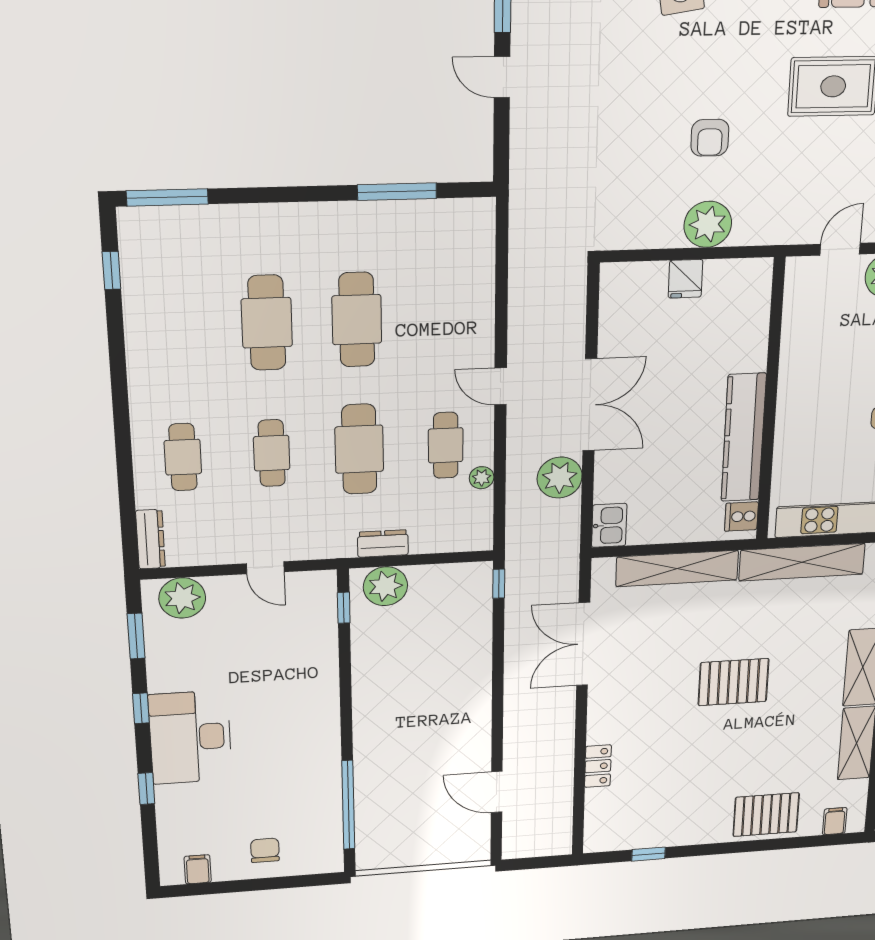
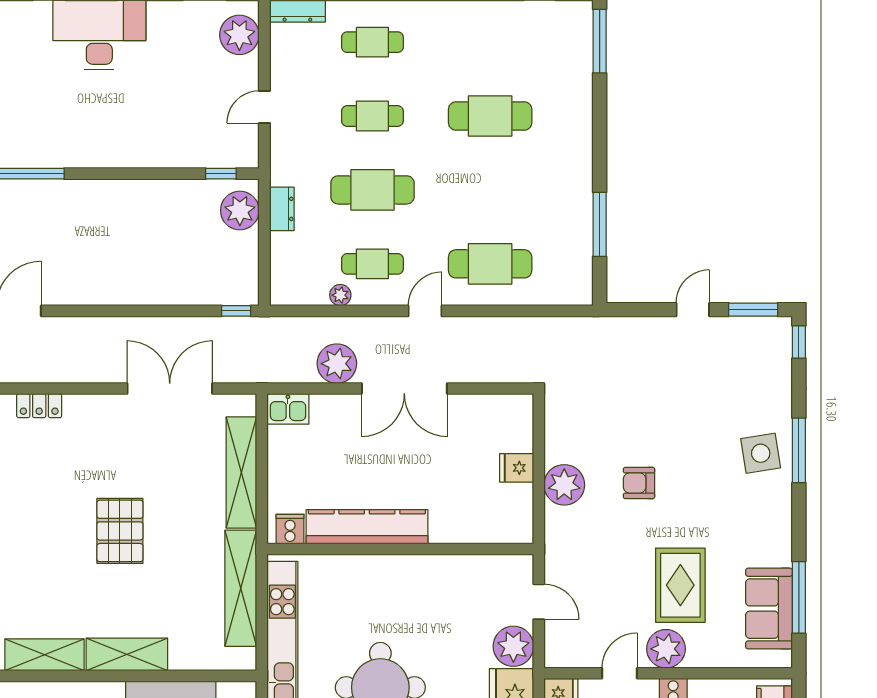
cafe table: (357, 320) -> (490, 264), moved

